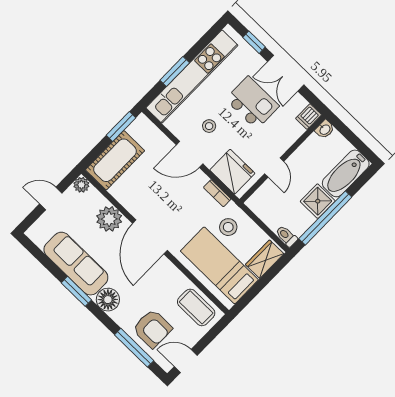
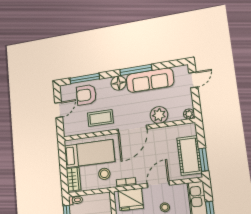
cot: (115, 160) -> (189, 155), moved
door: (51, 198) -> (193, 80), moved
door: (150, 237) -> (132, 129), swing flipped
window: (76, 291) -> (136, 70), width x1.44
coffee table: (196, 307) -> (100, 118), moved
door: (186, 361) -> (59, 110), moved

